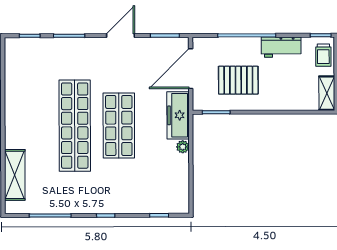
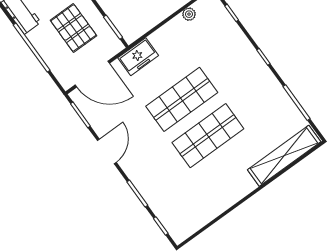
door: (120, 36) -> (107, 151), swing flipped
freezer: (178, 115) -> (138, 57), width x0.71
shop shelf: (75, 126) -> (208, 136), width x0.71
plant: (183, 147) -> (189, 14), moved
shelving: (15, 175) -> (284, 156), width x1.47

